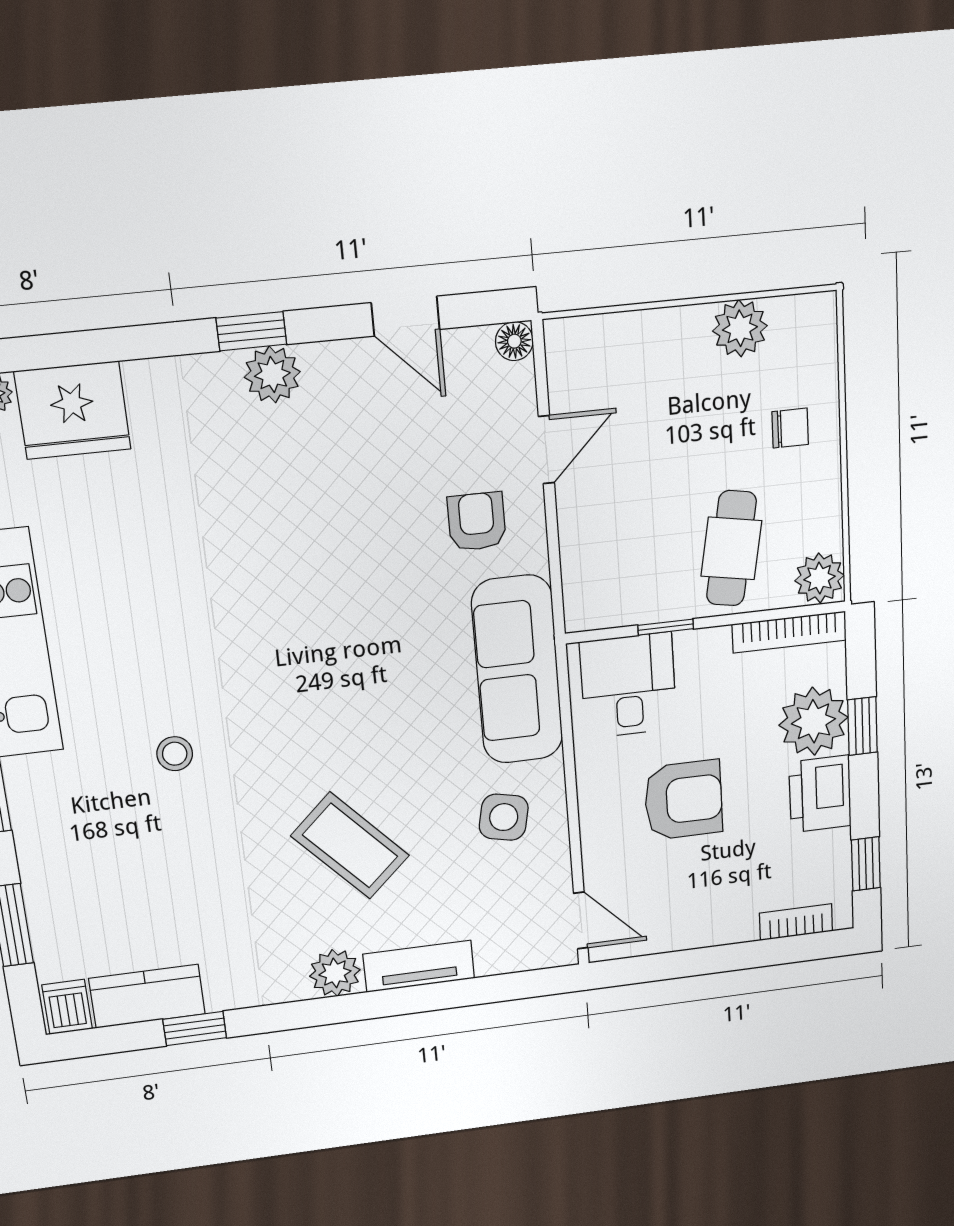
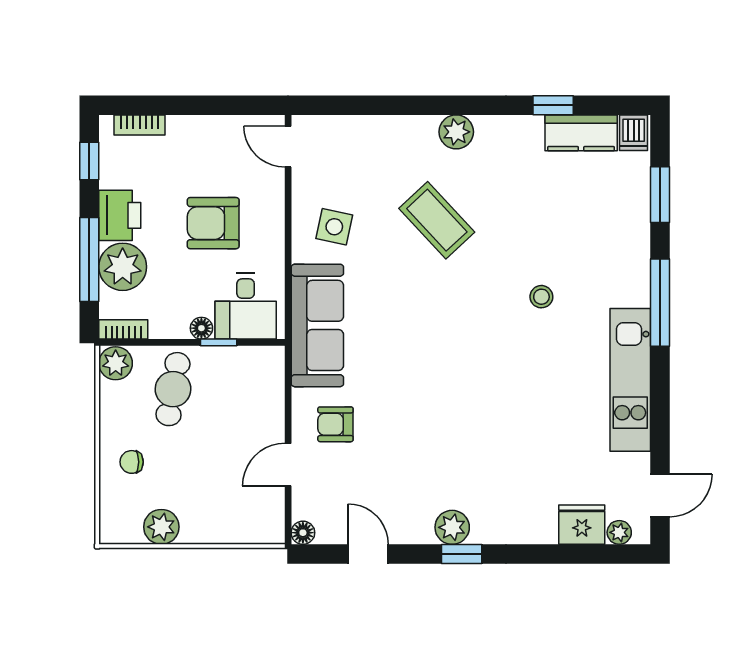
fridge: (73, 410) -> (582, 525), width x0.73, depth x0.75
armchair: (477, 522) -> (335, 424), turned 90
bookcase: (789, 632) -> (123, 329), width x0.64
floor lamp: (693, 645) -> (201, 328), added
window: (862, 726) -> (89, 259), width x2.17
tv unit: (419, 966) -> (400, 129), removed

